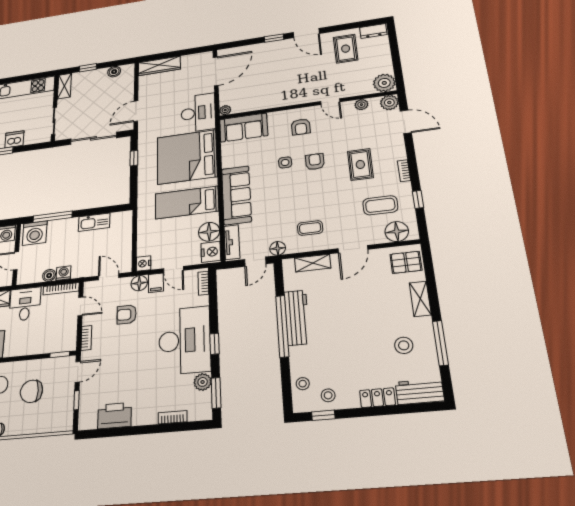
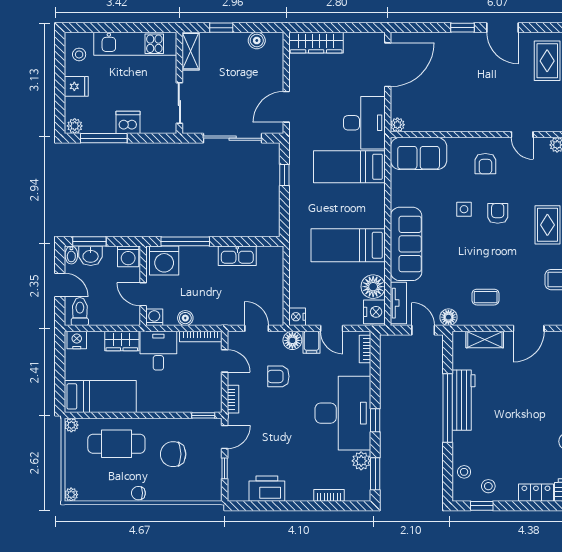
bed: (187, 157) -> (349, 167), width x0.49
door: (255, 262) -> (423, 330), swing flipped
washing machine: (64, 273) -> (154, 317), moved

